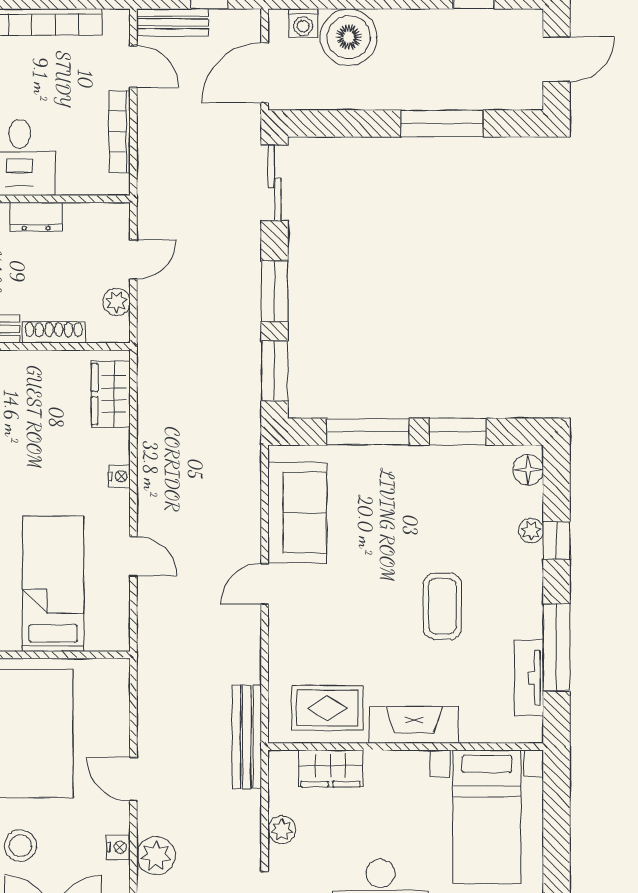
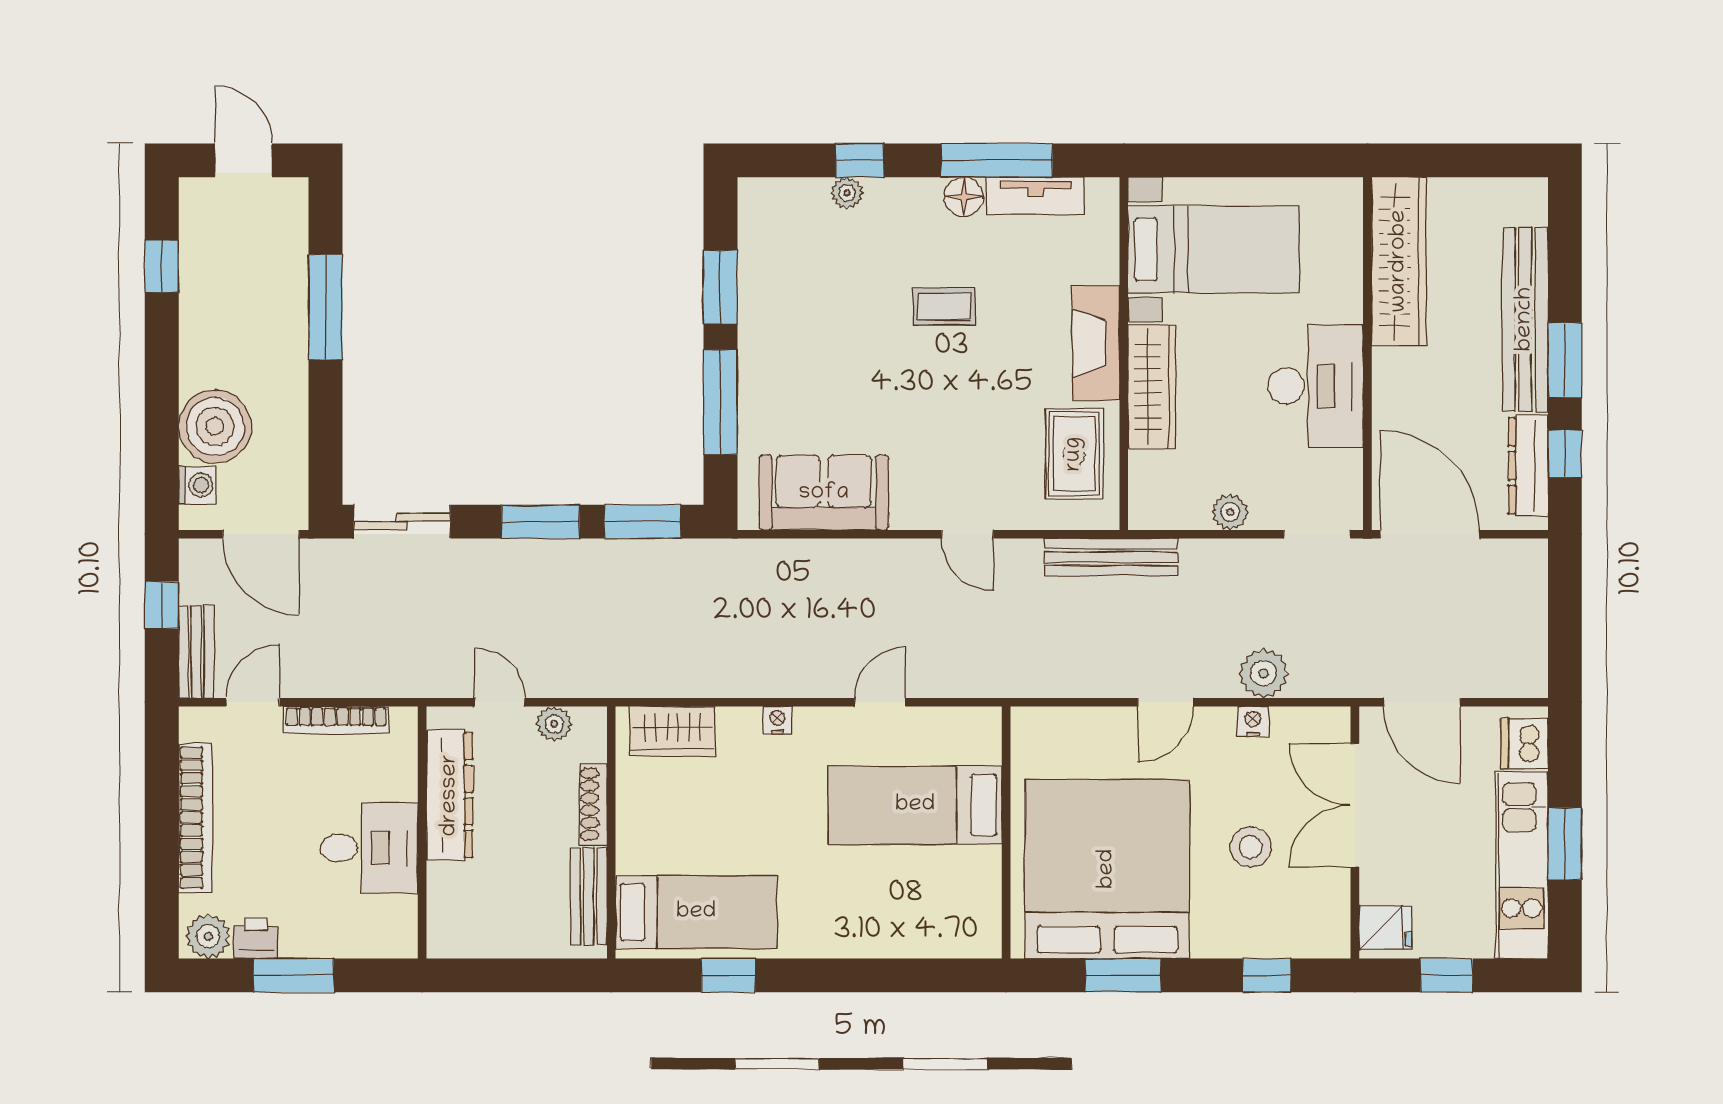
dresser: (36, 217) -> (450, 795), width x1.96, depth x1.24
floor lamp: (528, 470) -> (964, 197), moved
door: (265, 584) -> (967, 534), moved
coffee table: (442, 606) -> (944, 307), width x0.73, depth x0.77
wardrobe: (330, 768) -> (1152, 387), moved, width x1.50

